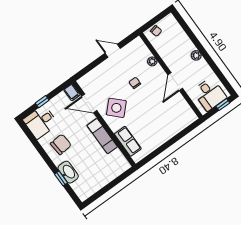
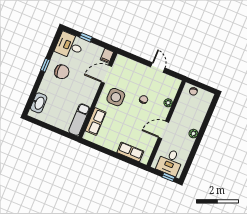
door: (89, 103) -> (107, 74), hinge flipped
side table: (116, 108) -> (116, 97), turned 45
row of seats: (177, 126) -> (130, 152), added
exam couch: (102, 136) -> (79, 120), moved
washbasin: (68, 172) -> (39, 103), moved
window: (61, 178) -> (45, 65), moved

